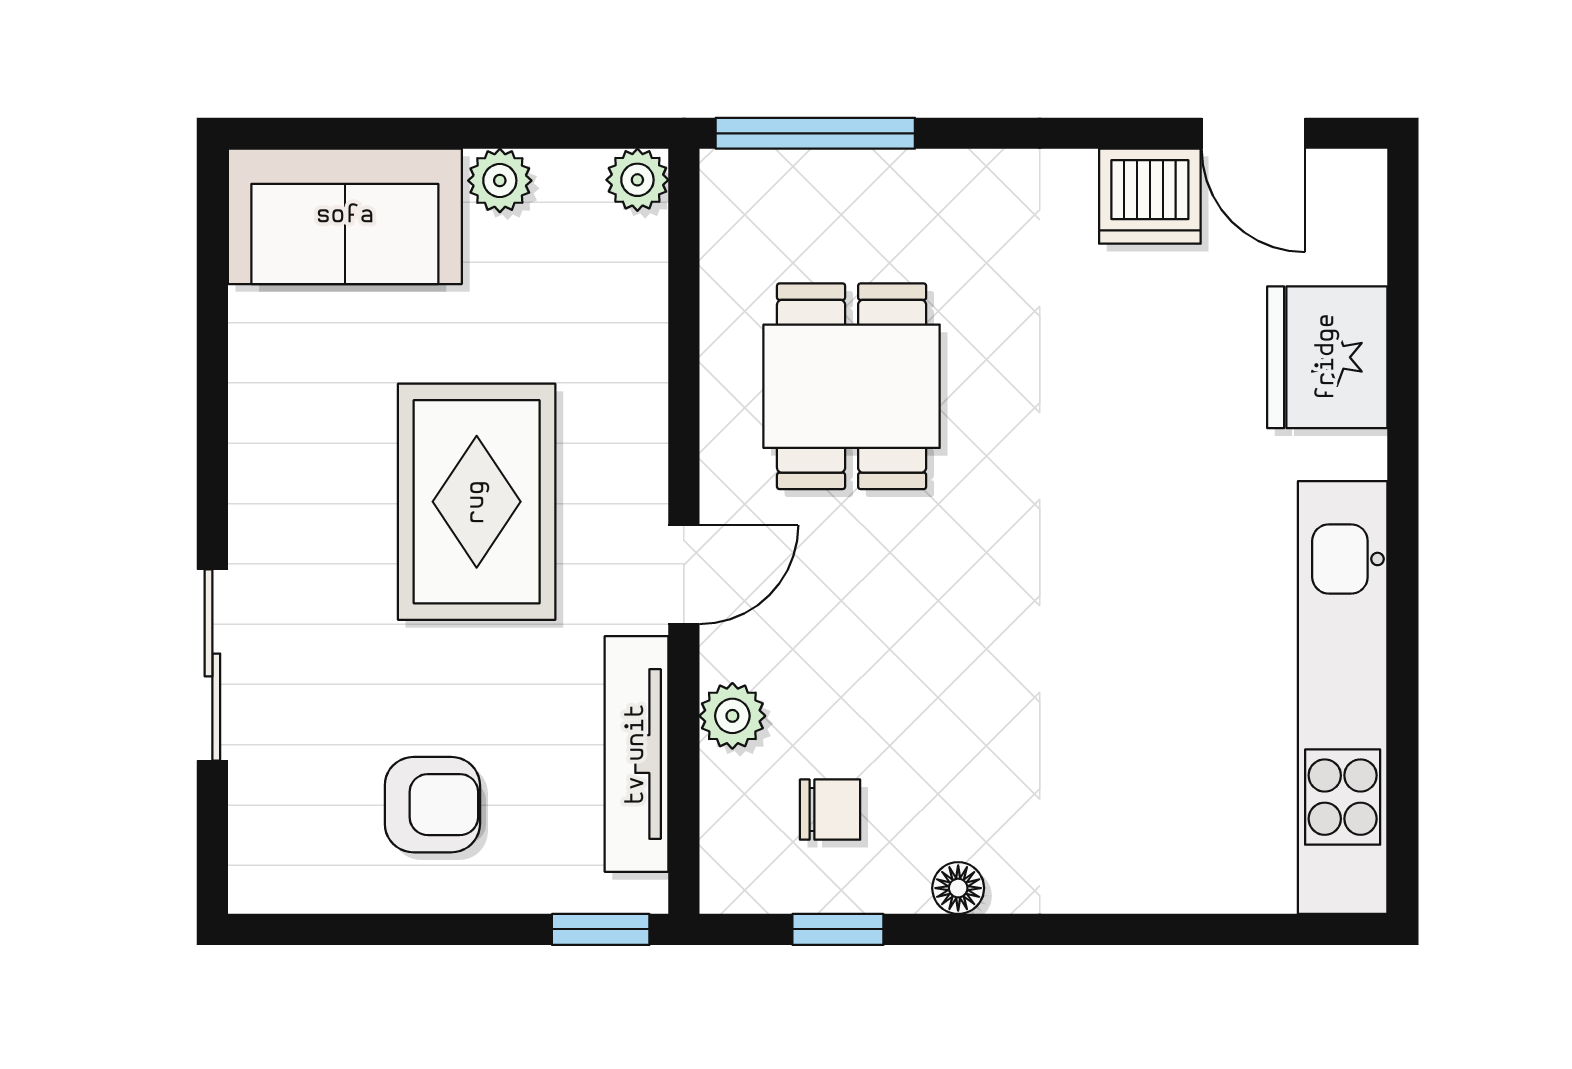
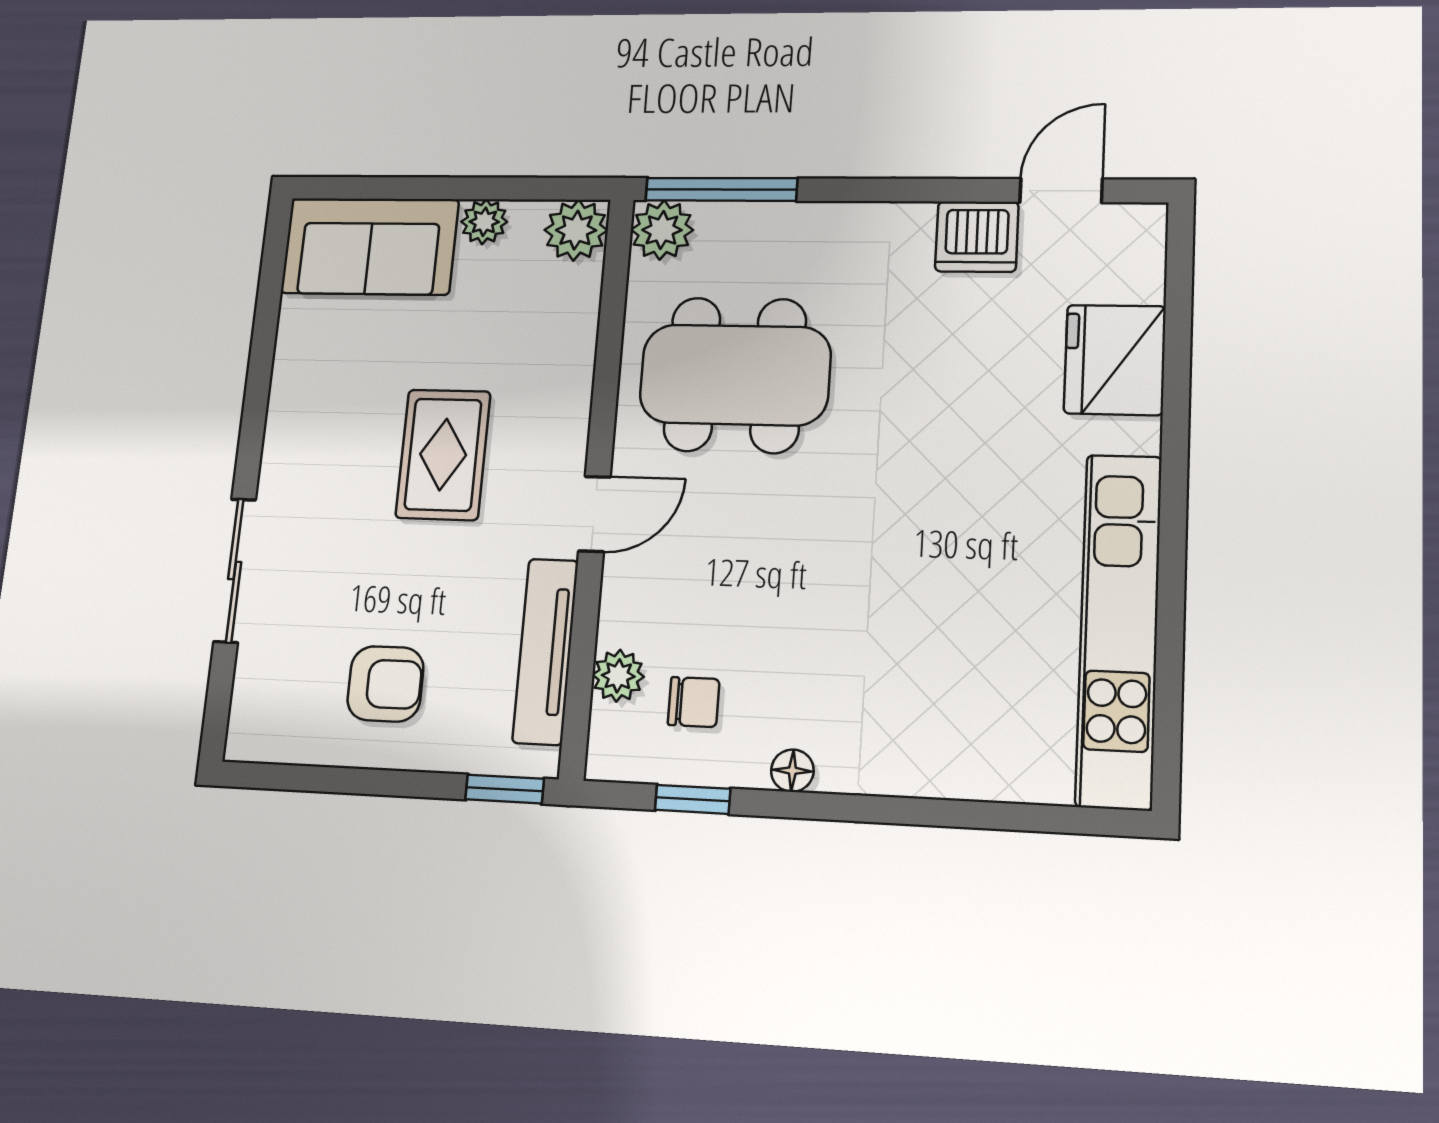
door: (1253, 133) -> (1061, 191), swing flipped
plant: (637, 180) -> (576, 230), width x1.38, depth x1.38
plant: (741, 190) -> (662, 230), added
dining table: (852, 386) -> (735, 375), width x1.37
rug: (477, 502) -> (443, 455), width x0.73, depth x0.70
plant: (732, 716) -> (618, 676), moved

